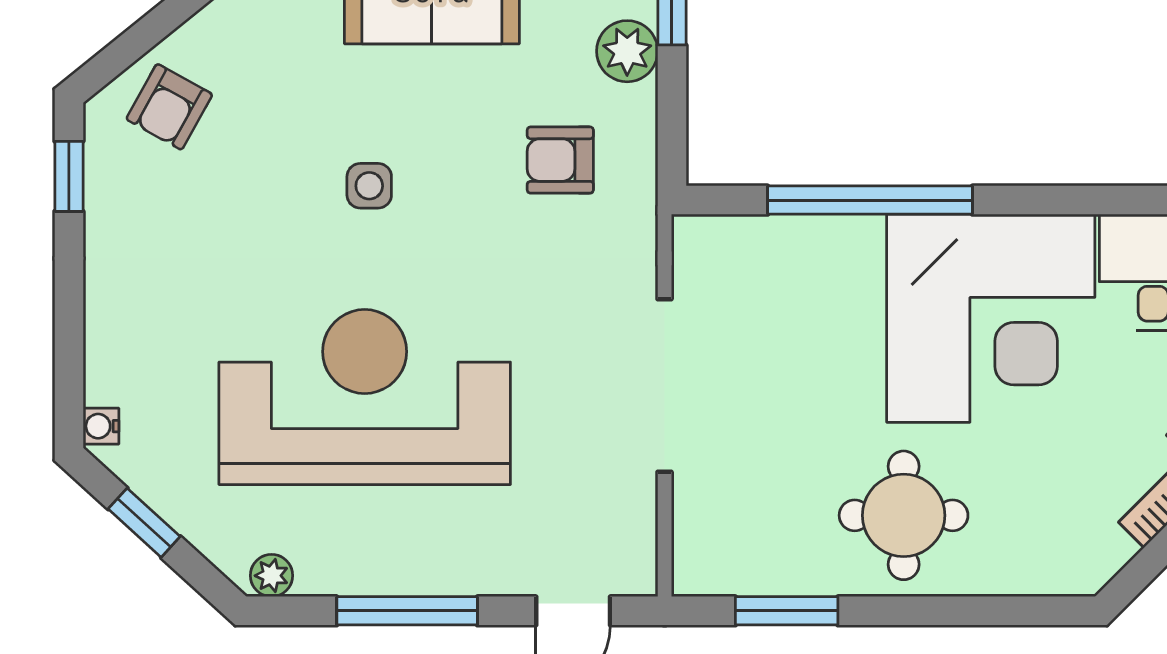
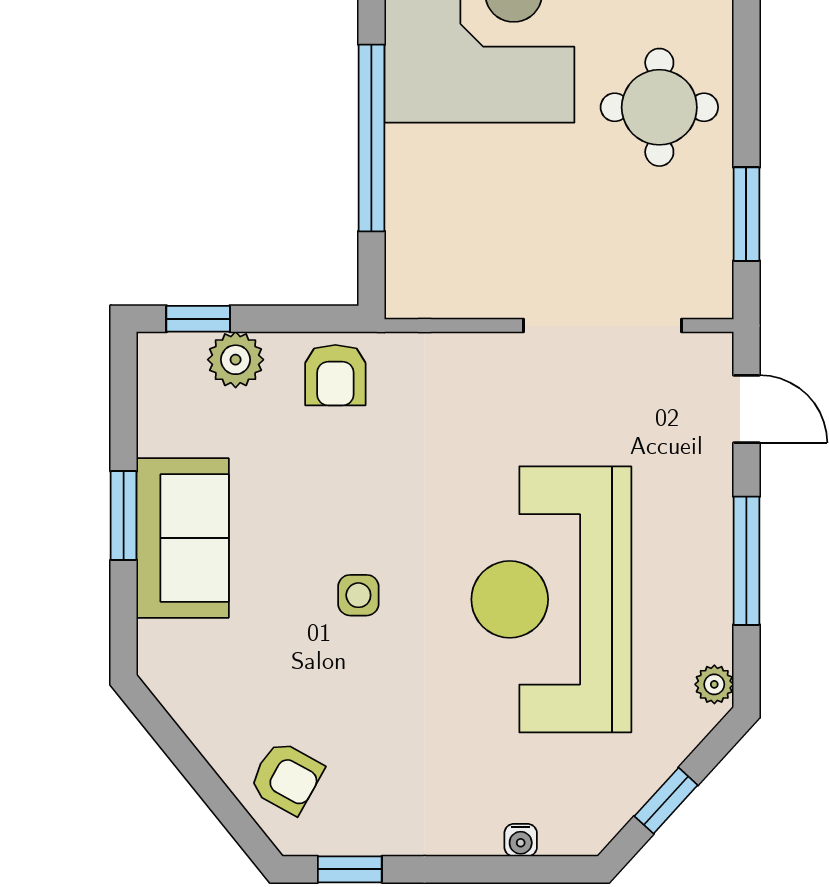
armchair: (560, 160) -> (335, 375), moved
doorway: (665, 386) -> (603, 326), moved
water cooler: (101, 426) -> (521, 840), moved

